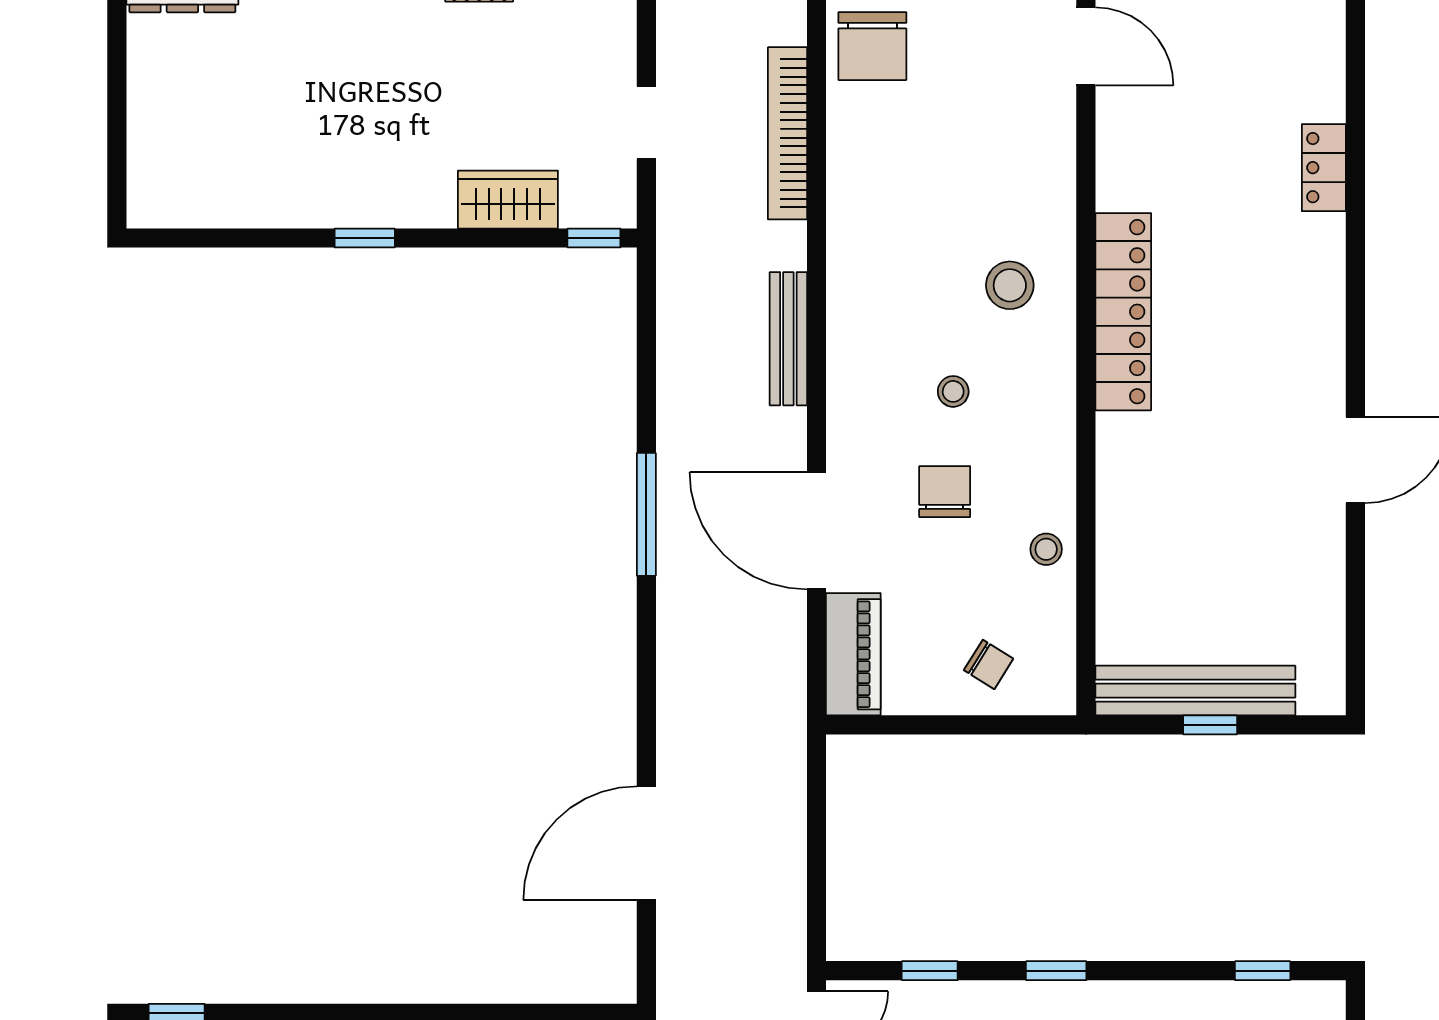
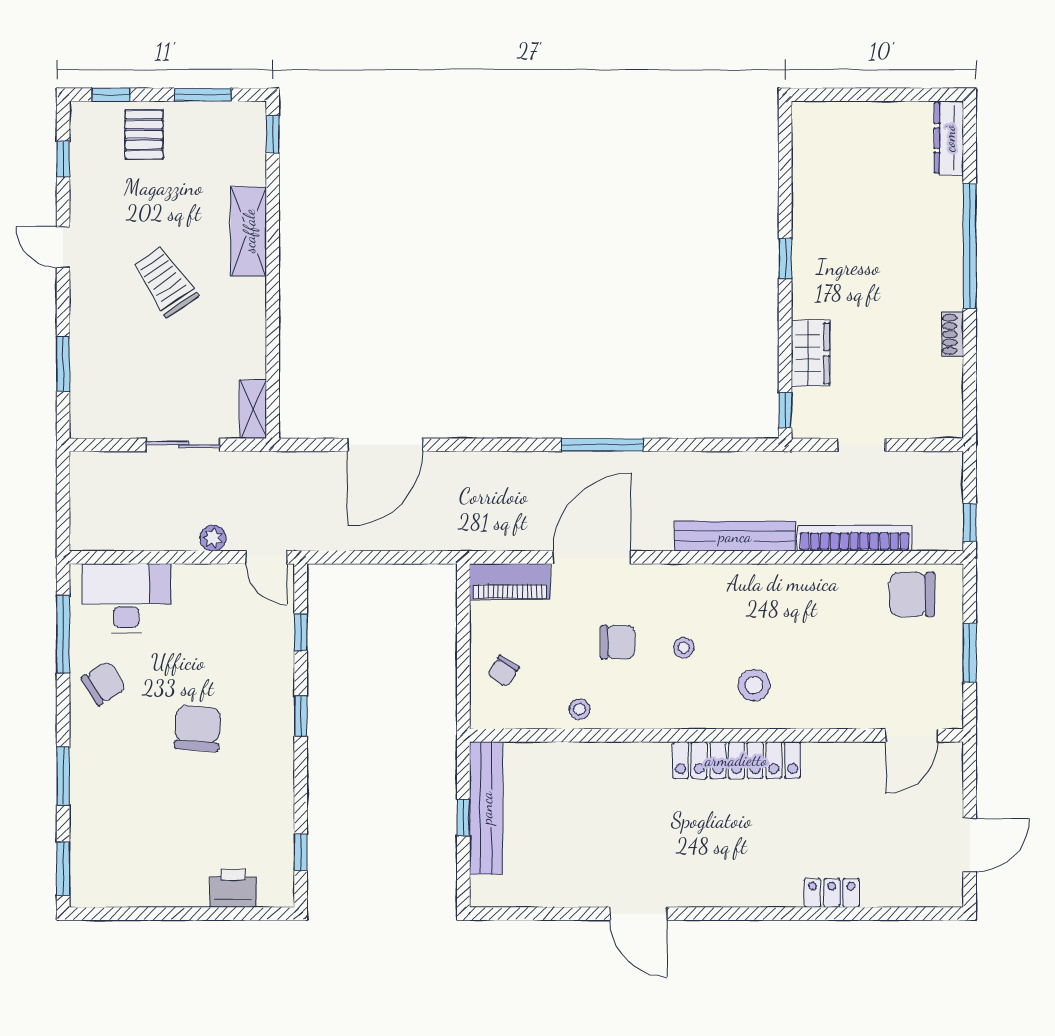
bench: (788, 339) -> (735, 536), width x1.37, depth x1.21
door: (646, 843) -> (385, 445), swing flipped

